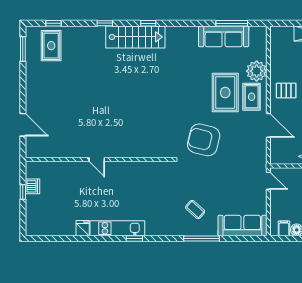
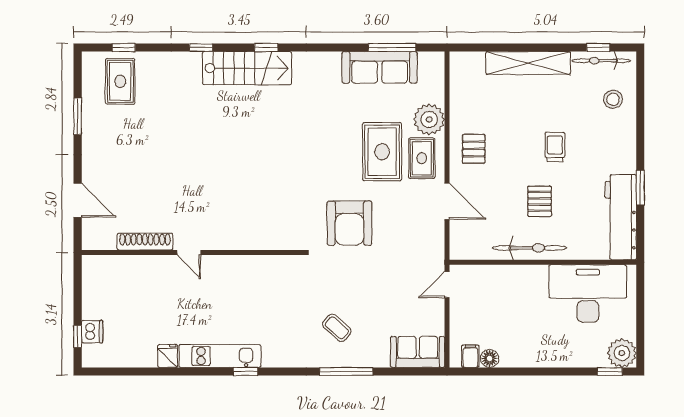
window: (23, 49) -> (78, 117), moved
pallet: (286, 91) -> (474, 149), turned 90
armchair: (204, 140) -> (349, 223), turned -104
shoe rack: (68, 152) -> (145, 242), added
door: (268, 181) -> (447, 285), swing flipped
dishwasher: (33, 186) -> (92, 332), moved
window: (23, 192) -> (78, 336), moved
sofa: (242, 226) -> (418, 352), width x0.73

